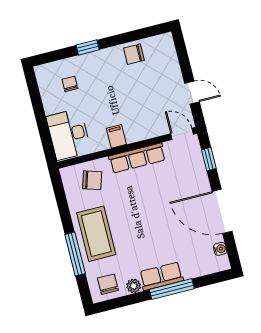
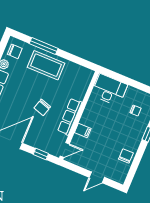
door: (192, 92) -> (97, 177), moved
filing cabinet: (116, 136) -> (83, 130), moved
chair: (92, 180) -> (42, 107), moved

